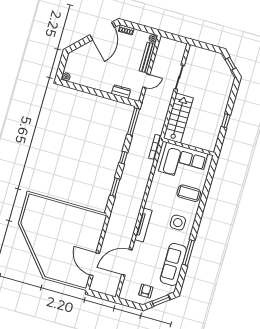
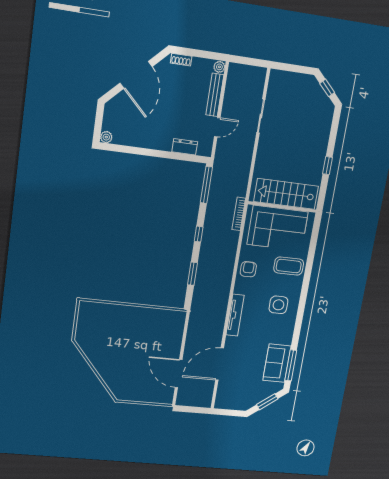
door: (102, 31) -> (136, 75), moved
stairs: (178, 118) -> (286, 194), moved, turned -90
window: (188, 253) -> (291, 365), moved
sofa: (173, 264) -> (277, 363), width x0.73
armchair: (146, 291) -> (248, 269), moved

